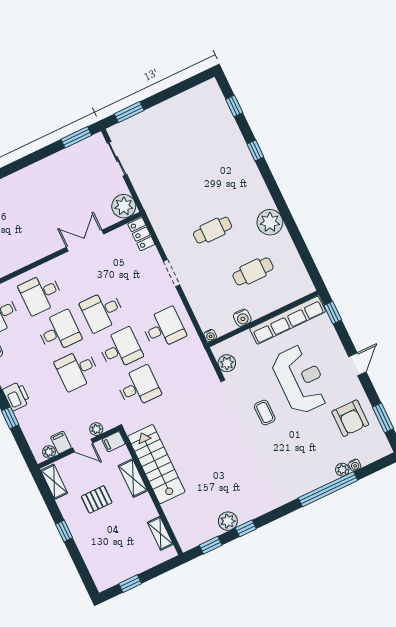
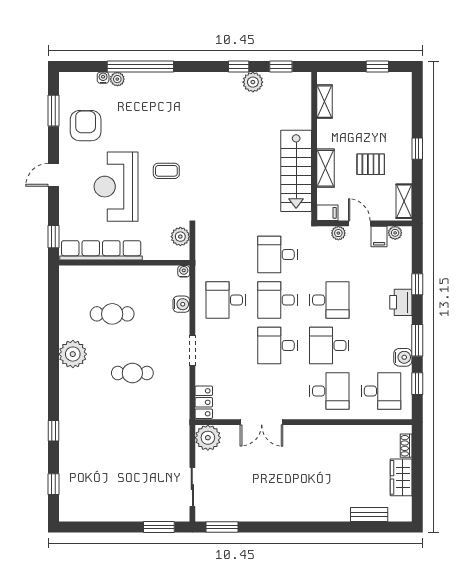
desk: (102, 311) -> (278, 346), turned 180
water cooler: (242, 318) -> (181, 304), moved, turned 90
coffee table: (265, 413) -> (166, 171), turned 90

